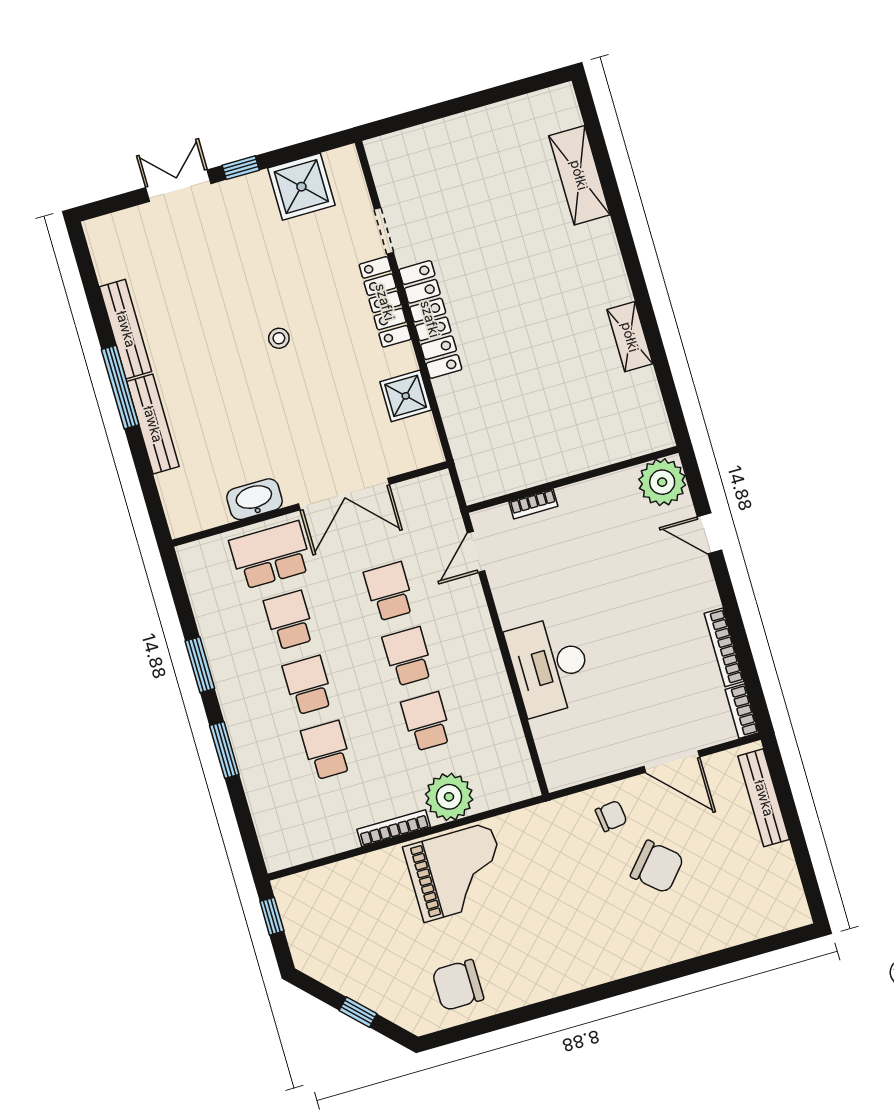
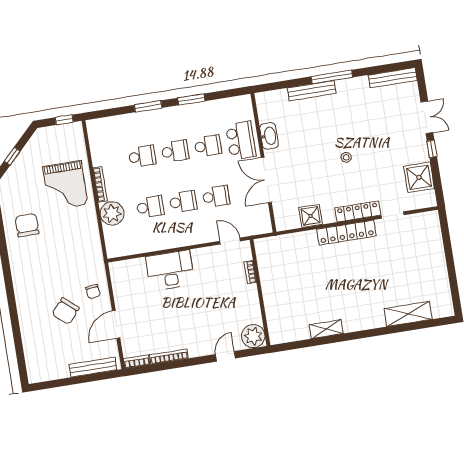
bench: (126, 329) -> (393, 78), moved
grand piano: (457, 872) -> (65, 186), moved
chair: (458, 985) -> (27, 225), moved

